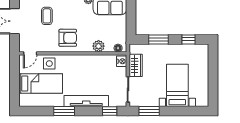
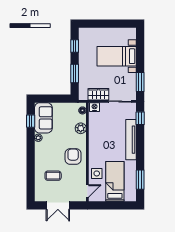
door: (30, 53) -> (87, 191), hinge flipped
window: (64, 111) -> (140, 180), moved

